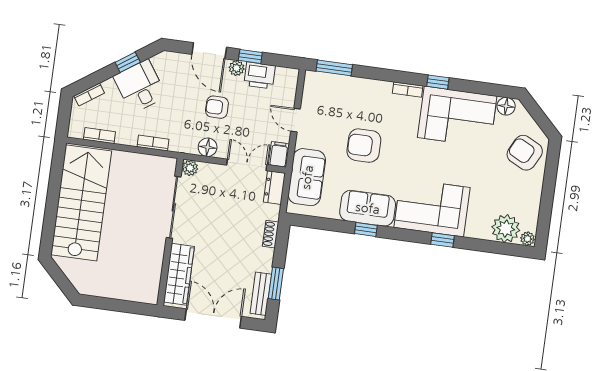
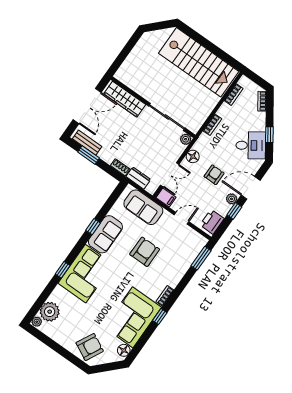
printer: (260, 75) -> (212, 222), moved
desk: (140, 86) -> (251, 145), moved
dresser: (274, 188) -> (138, 178), moved

